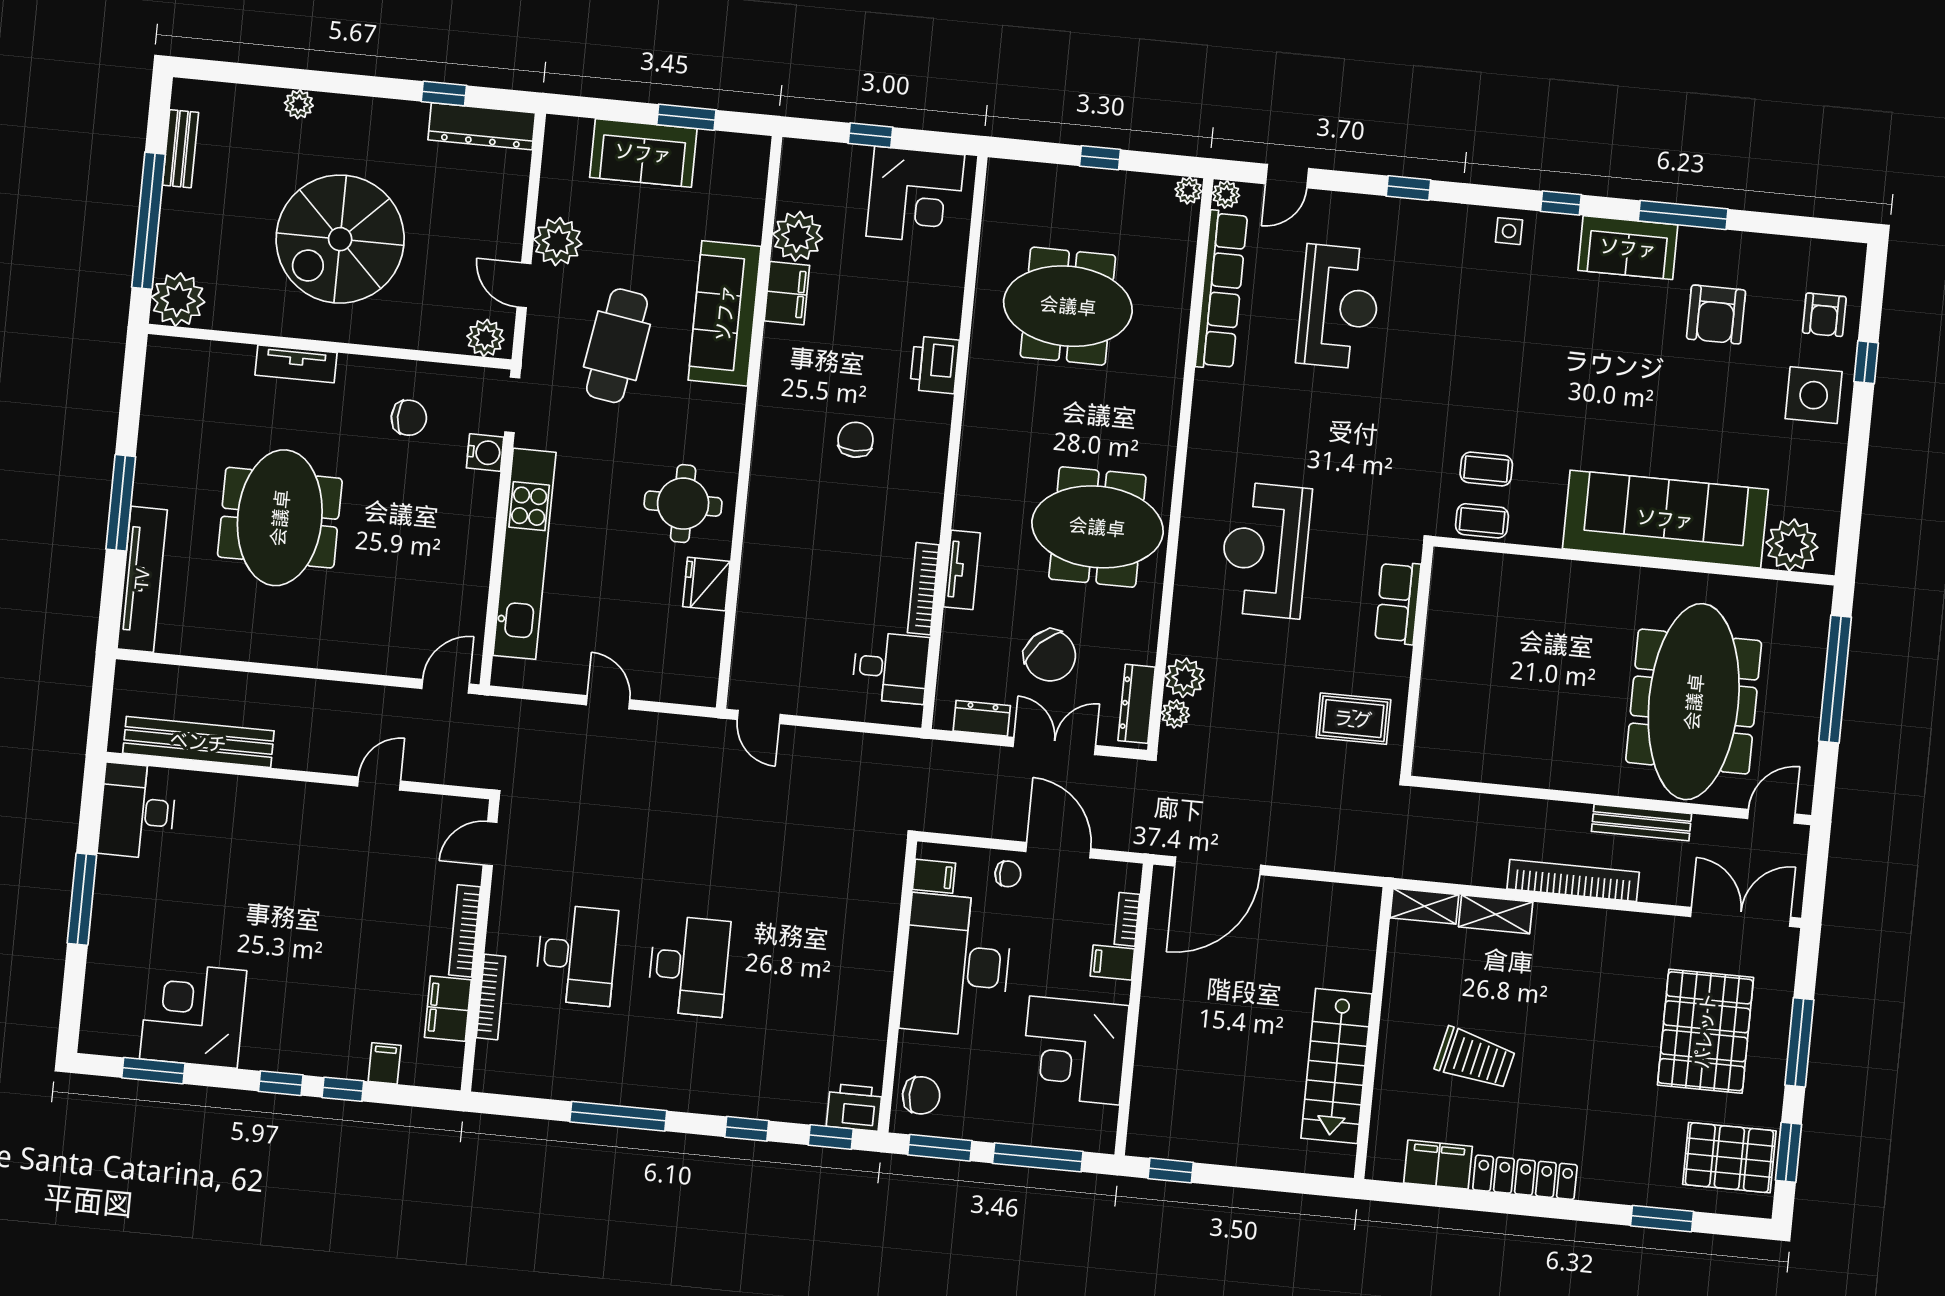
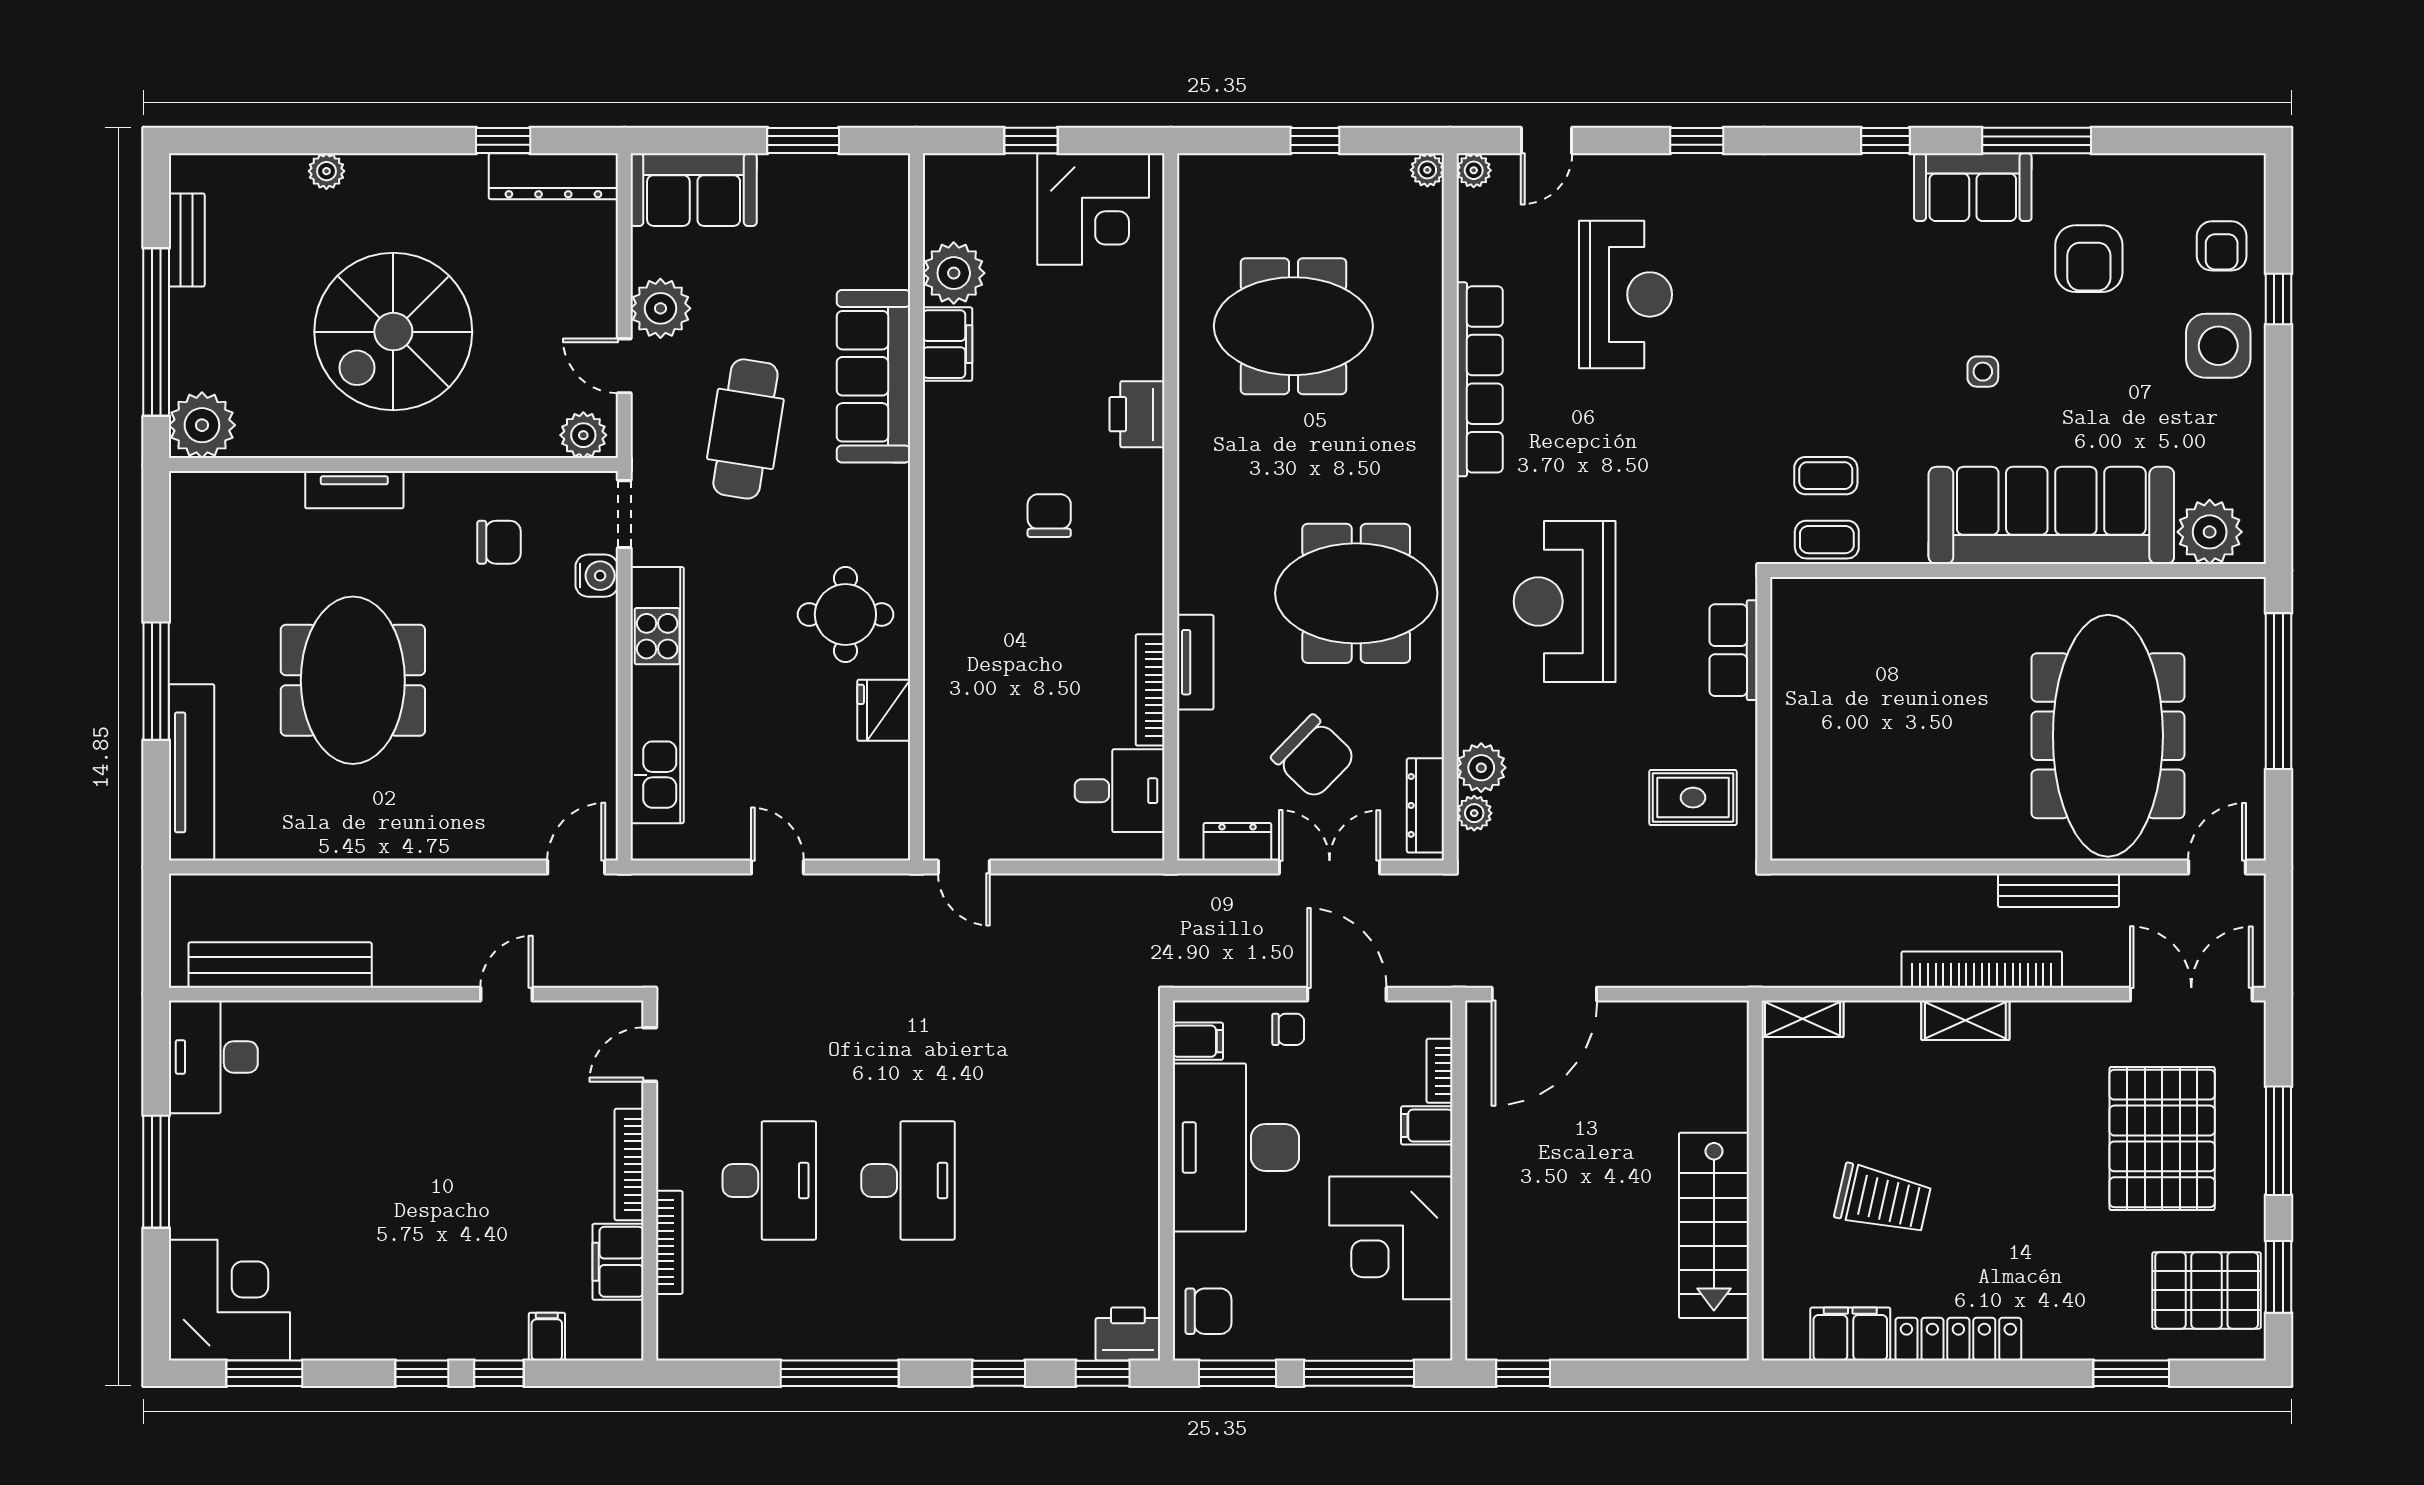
sofa: (643, 153) -> (694, 190), moved
side table: (1509, 231) -> (1983, 372), moved
row of seats: (1221, 290) -> (1480, 379), moved
shelving: (1496, 914) -> (1965, 1020), moved
corner desk: (193, 1015) -> (229, 1300), moved, turned 90

